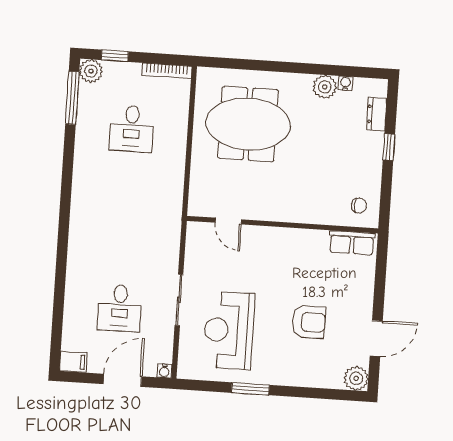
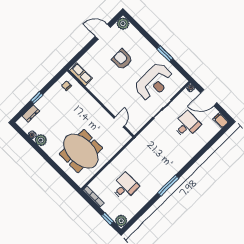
window: (72, 98) -> (168, 185), moved

